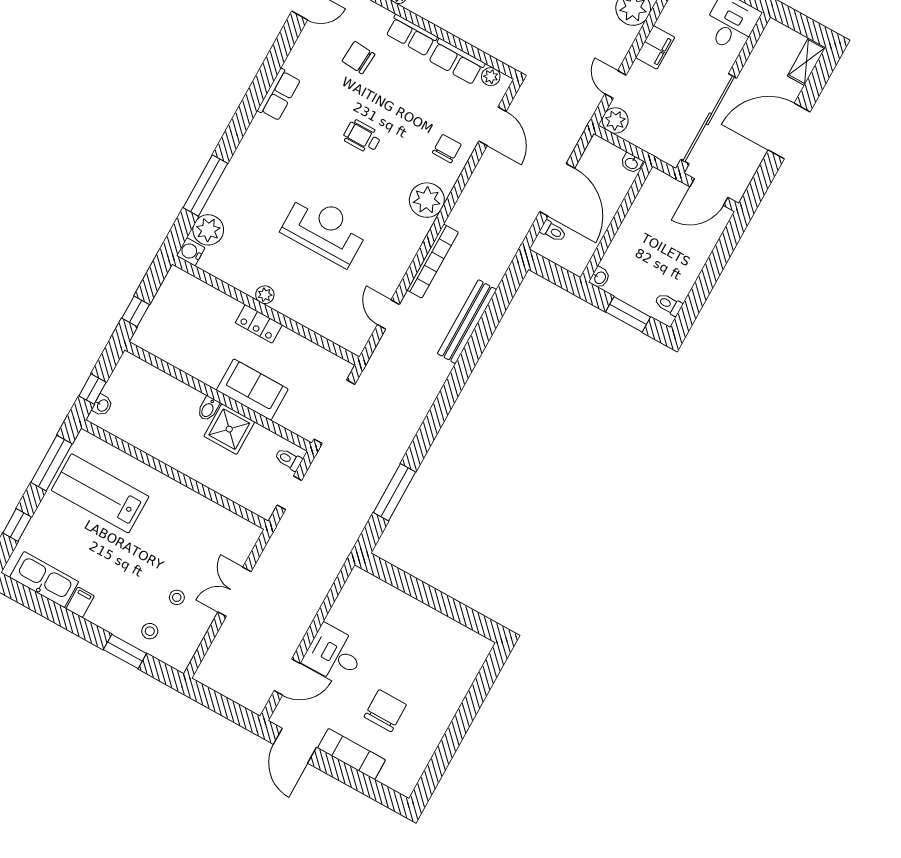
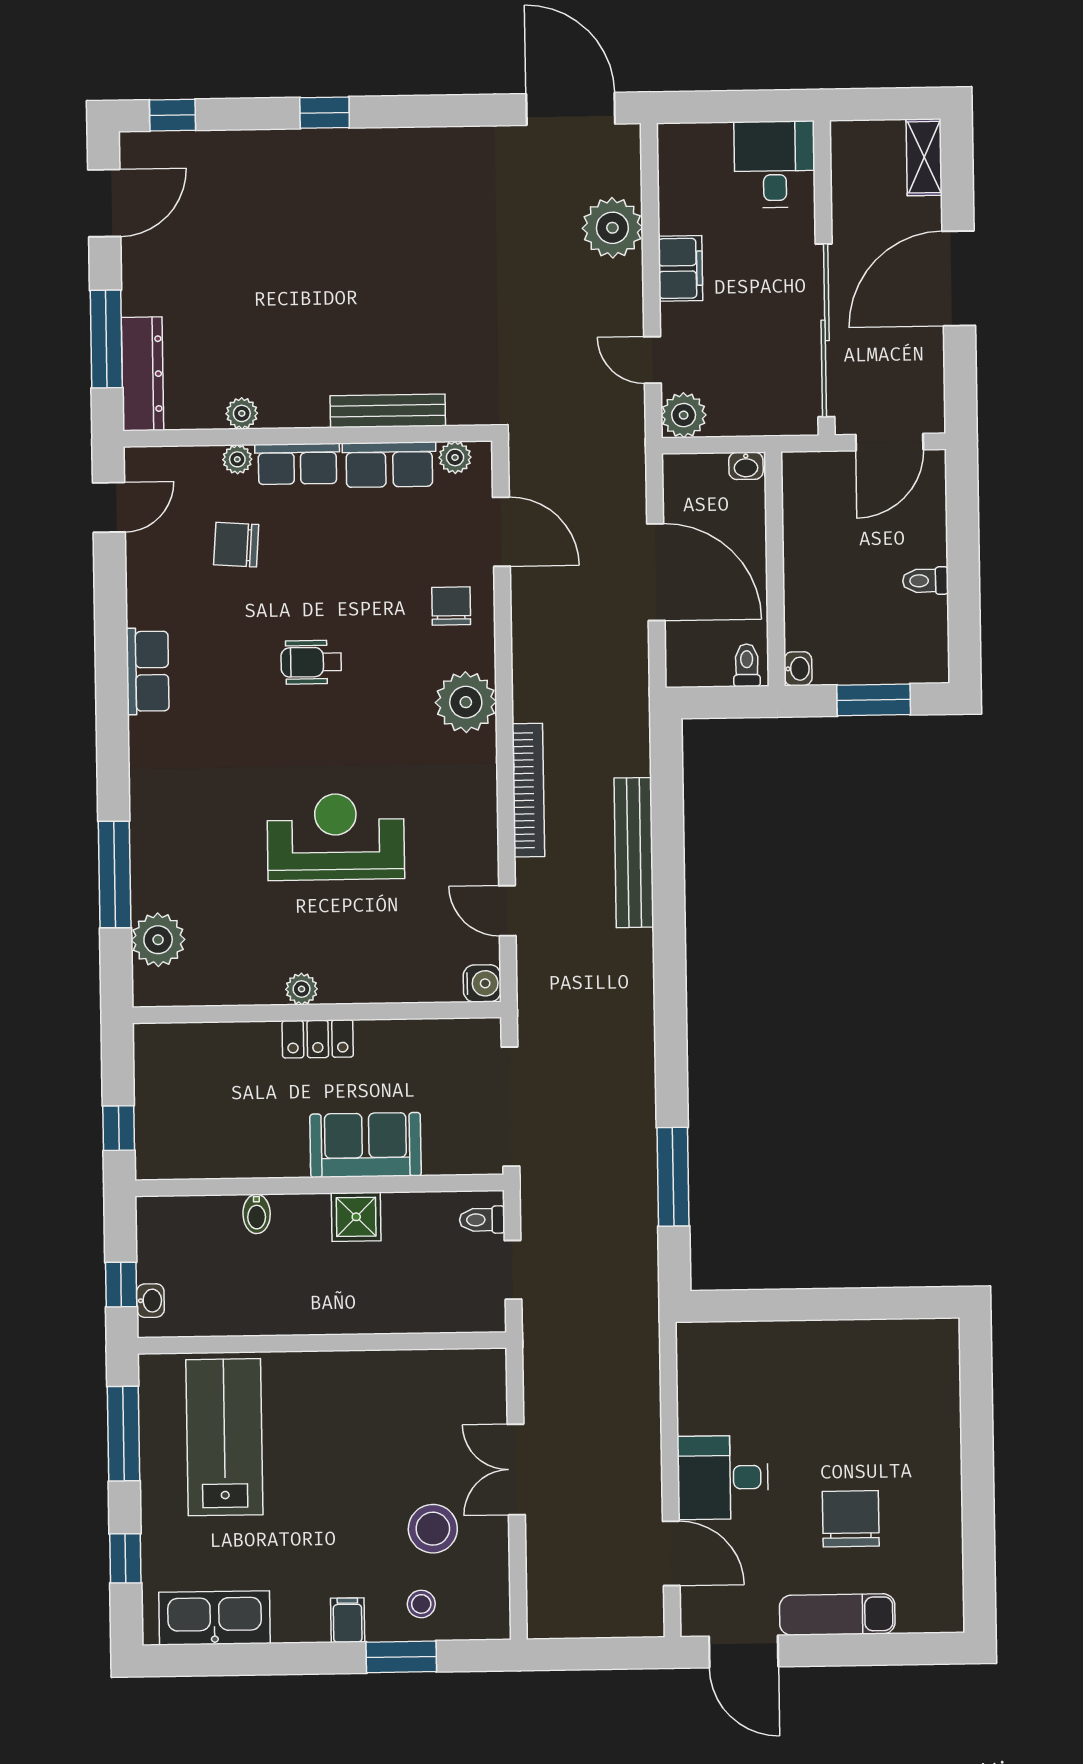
plant: (383, 16) -> (237, 459), added
bench: (471, 35) -> (388, 411), added
toilet: (553, 231) -> (747, 665), moved, turned -90
water cooler: (191, 252) -> (482, 983), moved, turned 180
toilet: (668, 304) -> (925, 581), moved
bidet: (208, 409) -> (257, 1214), moved
shower: (229, 429) -> (356, 1217), width x0.73, depth x0.73
lab bench: (100, 493) -> (224, 1437), turned 90
stool: (177, 597) -> (433, 1529), width x1.89, depth x1.89
filing cabinet: (80, 602) -> (348, 1620), moved
door: (287, 677) -> (671, 1553), hinge flipped

